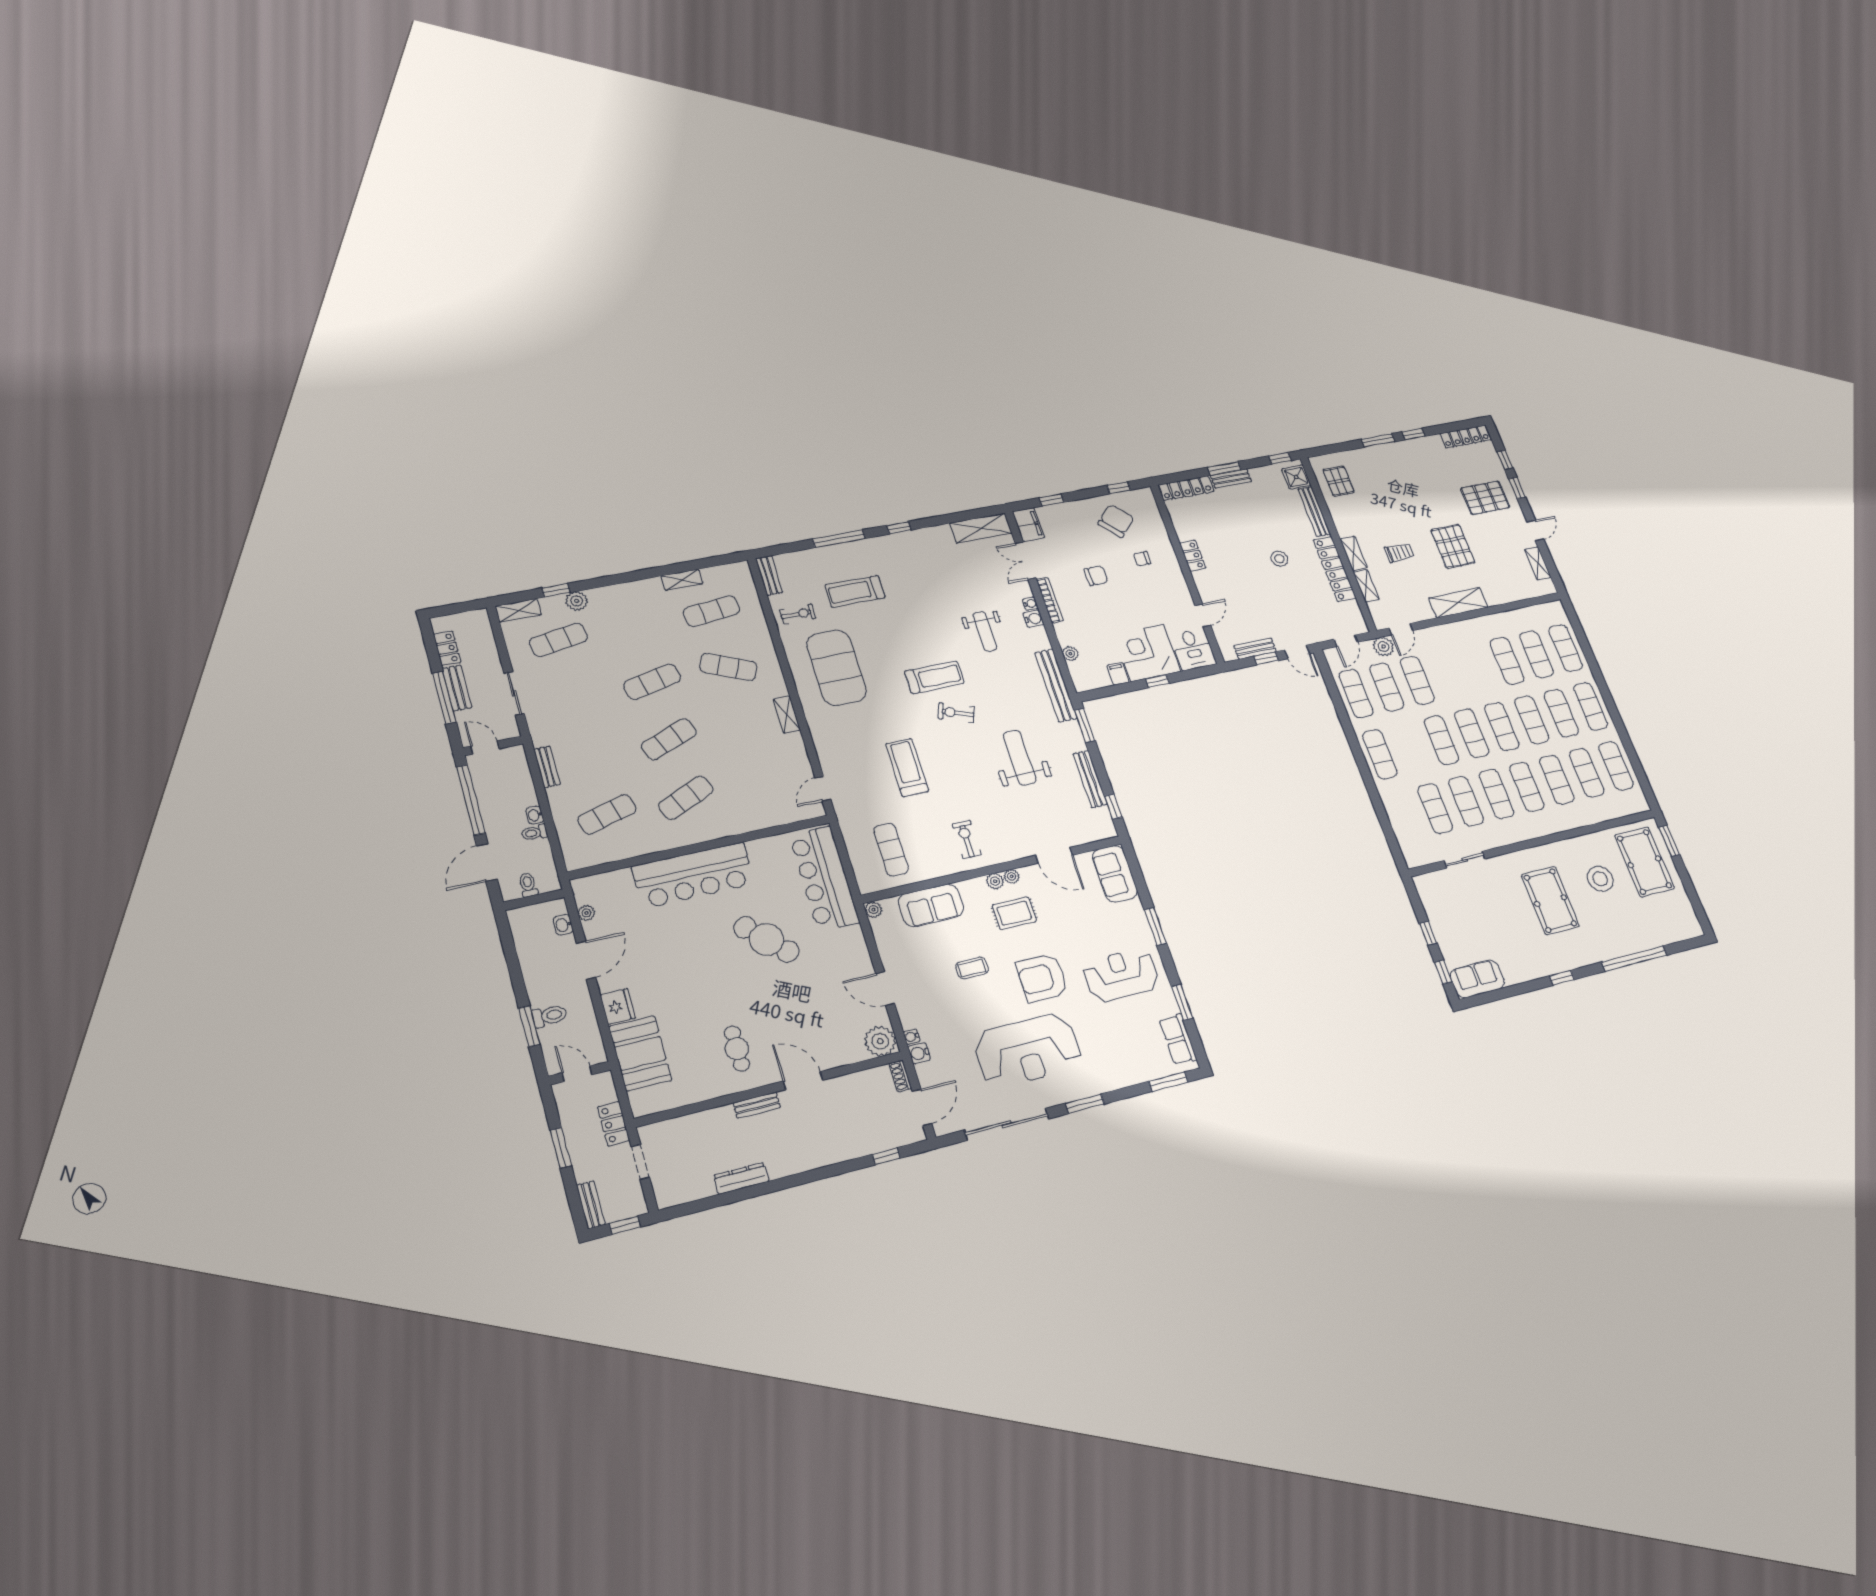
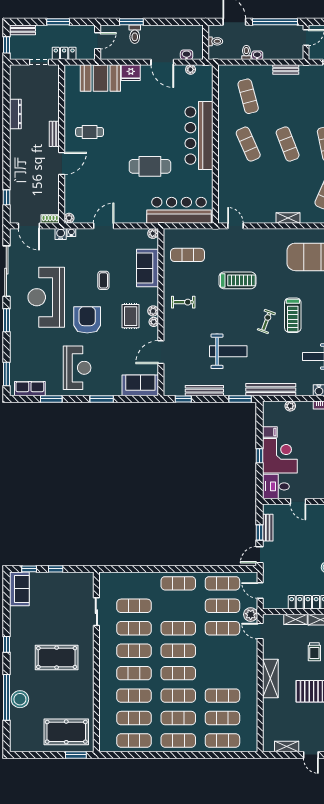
stool: (1600, 879) -> (20, 699), moved
cafe table: (766, 939) -> (150, 166), turned 45
plant: (880, 1041) -> (69, 218), width x0.53, depth x0.53

